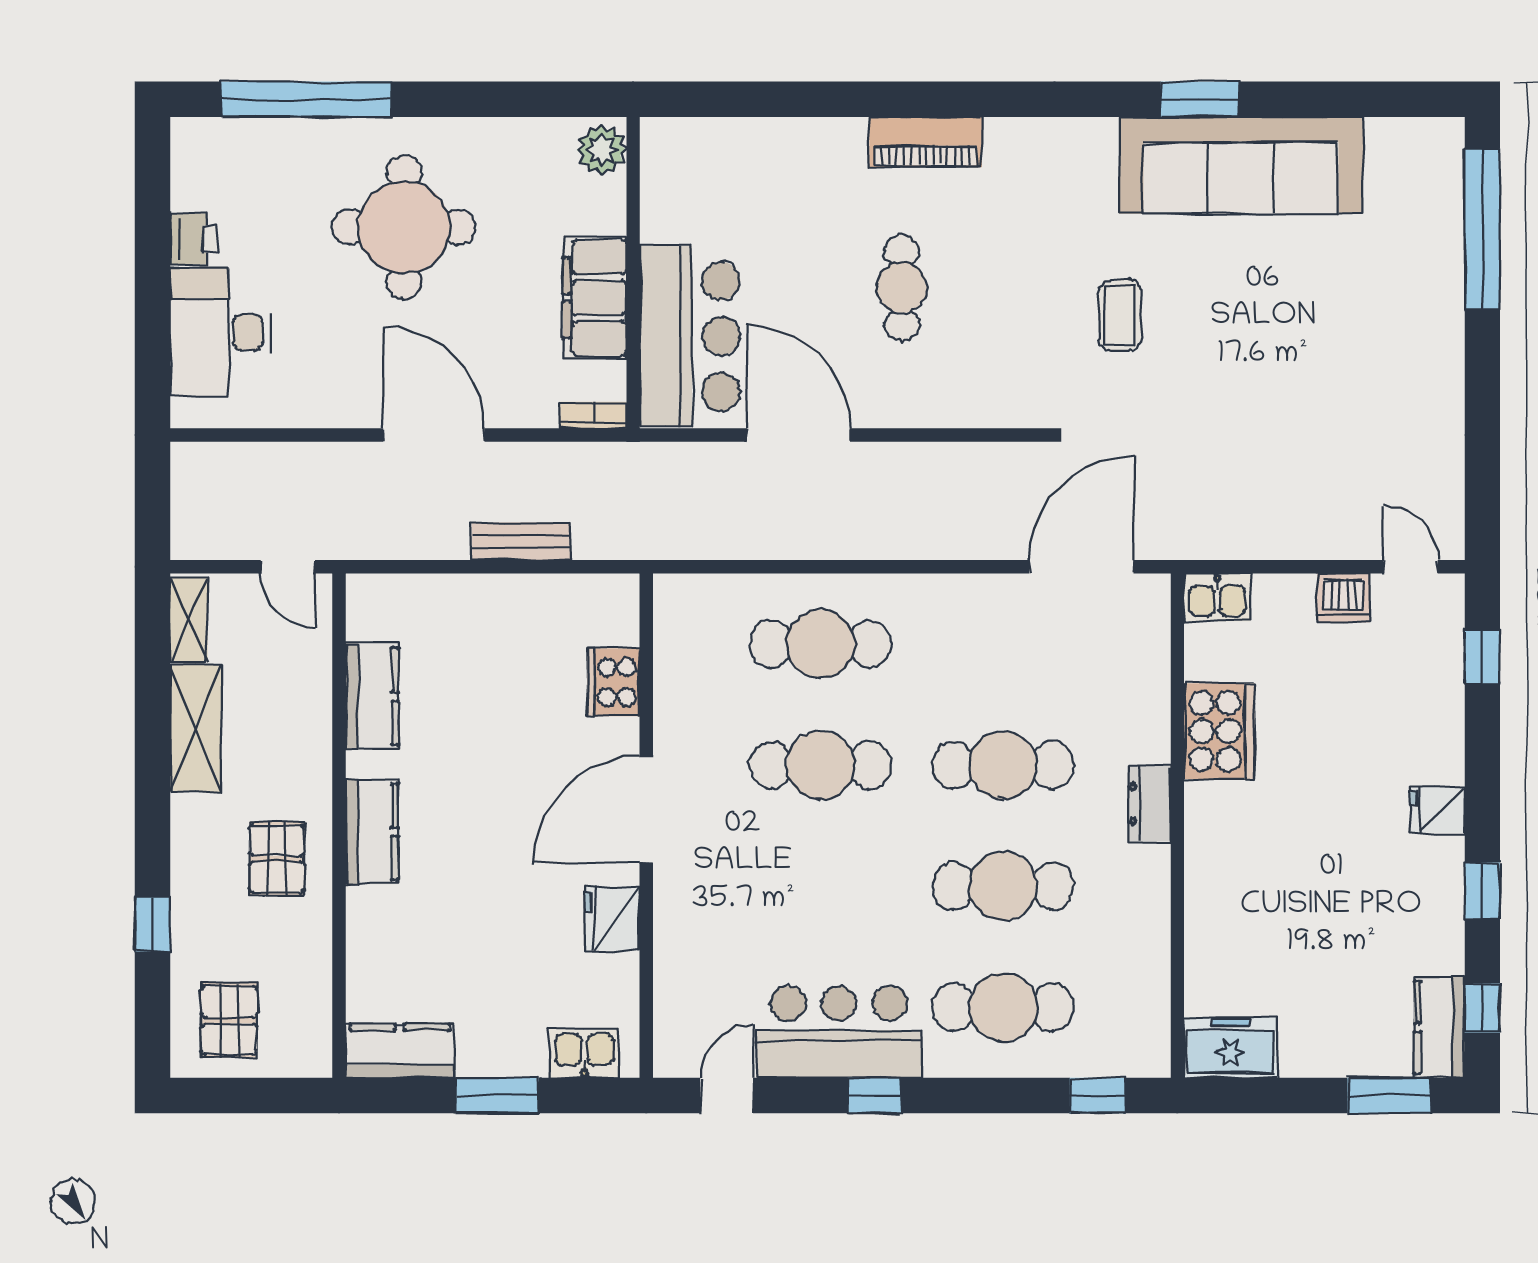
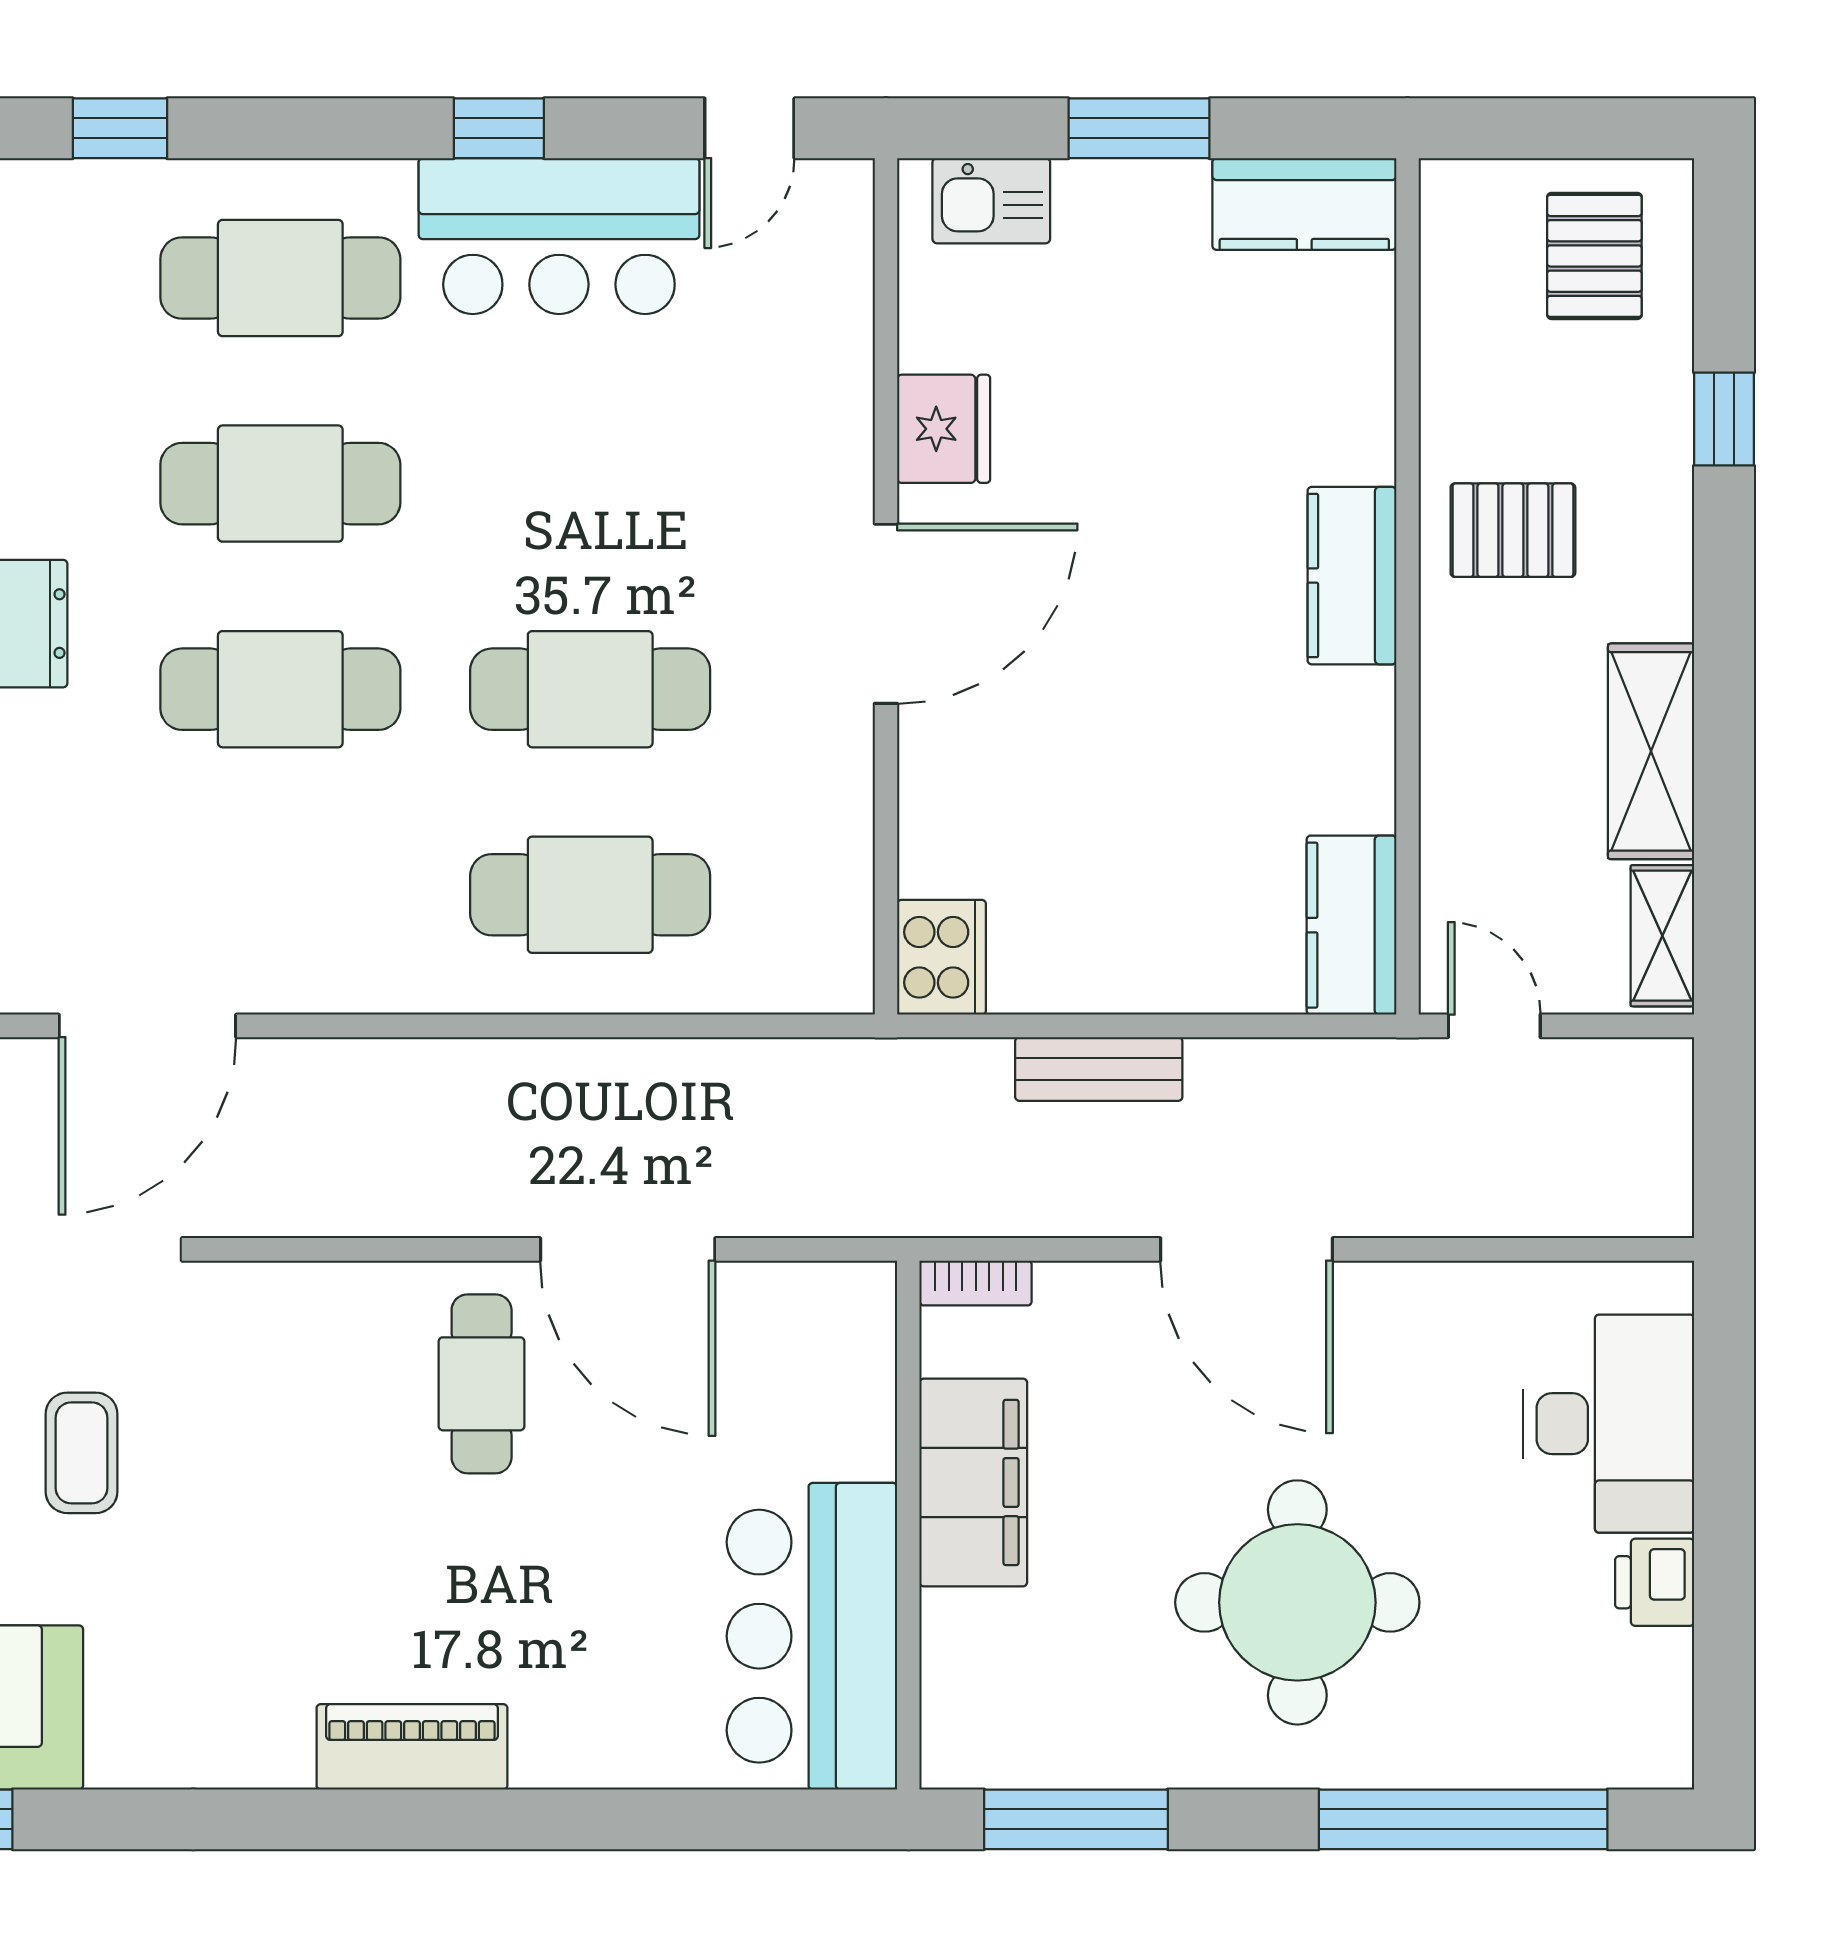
window: (534, 99) -> (1076, 1819), added
plant: (602, 150) -> (962, 1733), removed
cafe table: (902, 288) -> (482, 1384), moved
bar counter: (690, 336) -> (812, 1636), moved
cooker: (614, 682) -> (942, 957), moved
kitchen counter: (372, 696) -> (1351, 925), moved
pallet: (277, 859) -> (1513, 530), turned 90

